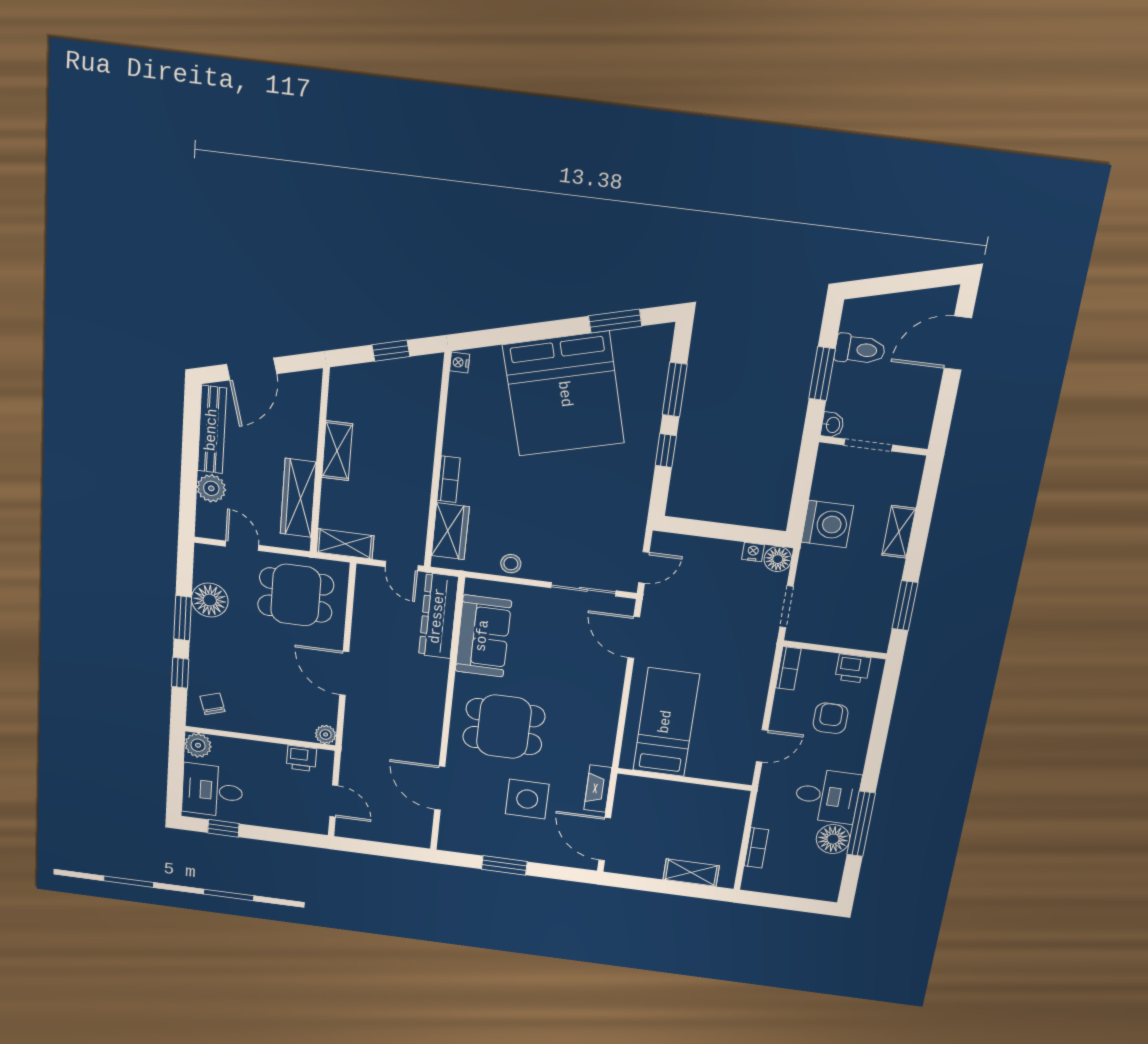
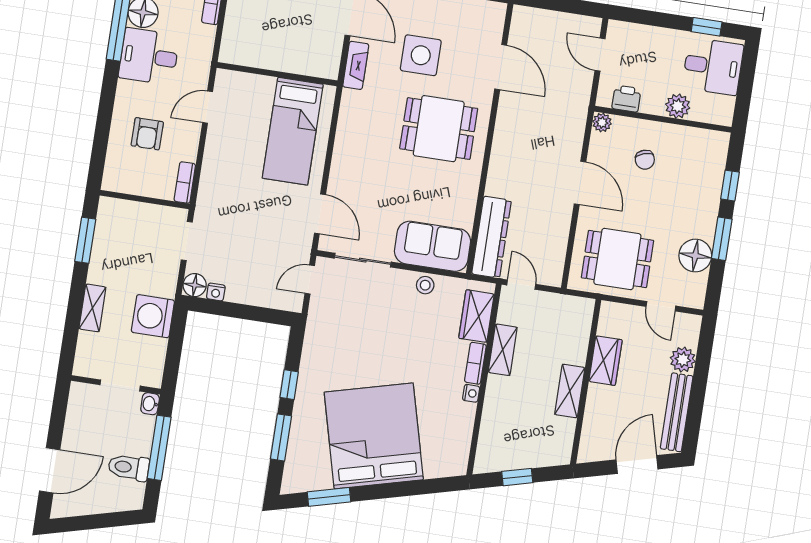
nightstand: (460, 363) -> (471, 393), moved
window: (822, 374) -> (159, 448), width x1.44
wardrobe: (298, 498) -> (606, 361), width x0.67
shelving: (345, 544) -> (503, 350), moved, turned 90
sofa: (483, 636) -> (432, 246), moved, turned 90
printer: (853, 669) -> (129, 182), removed
chair: (212, 704) -> (645, 160), moved
plant: (198, 745) -> (678, 106), moved

